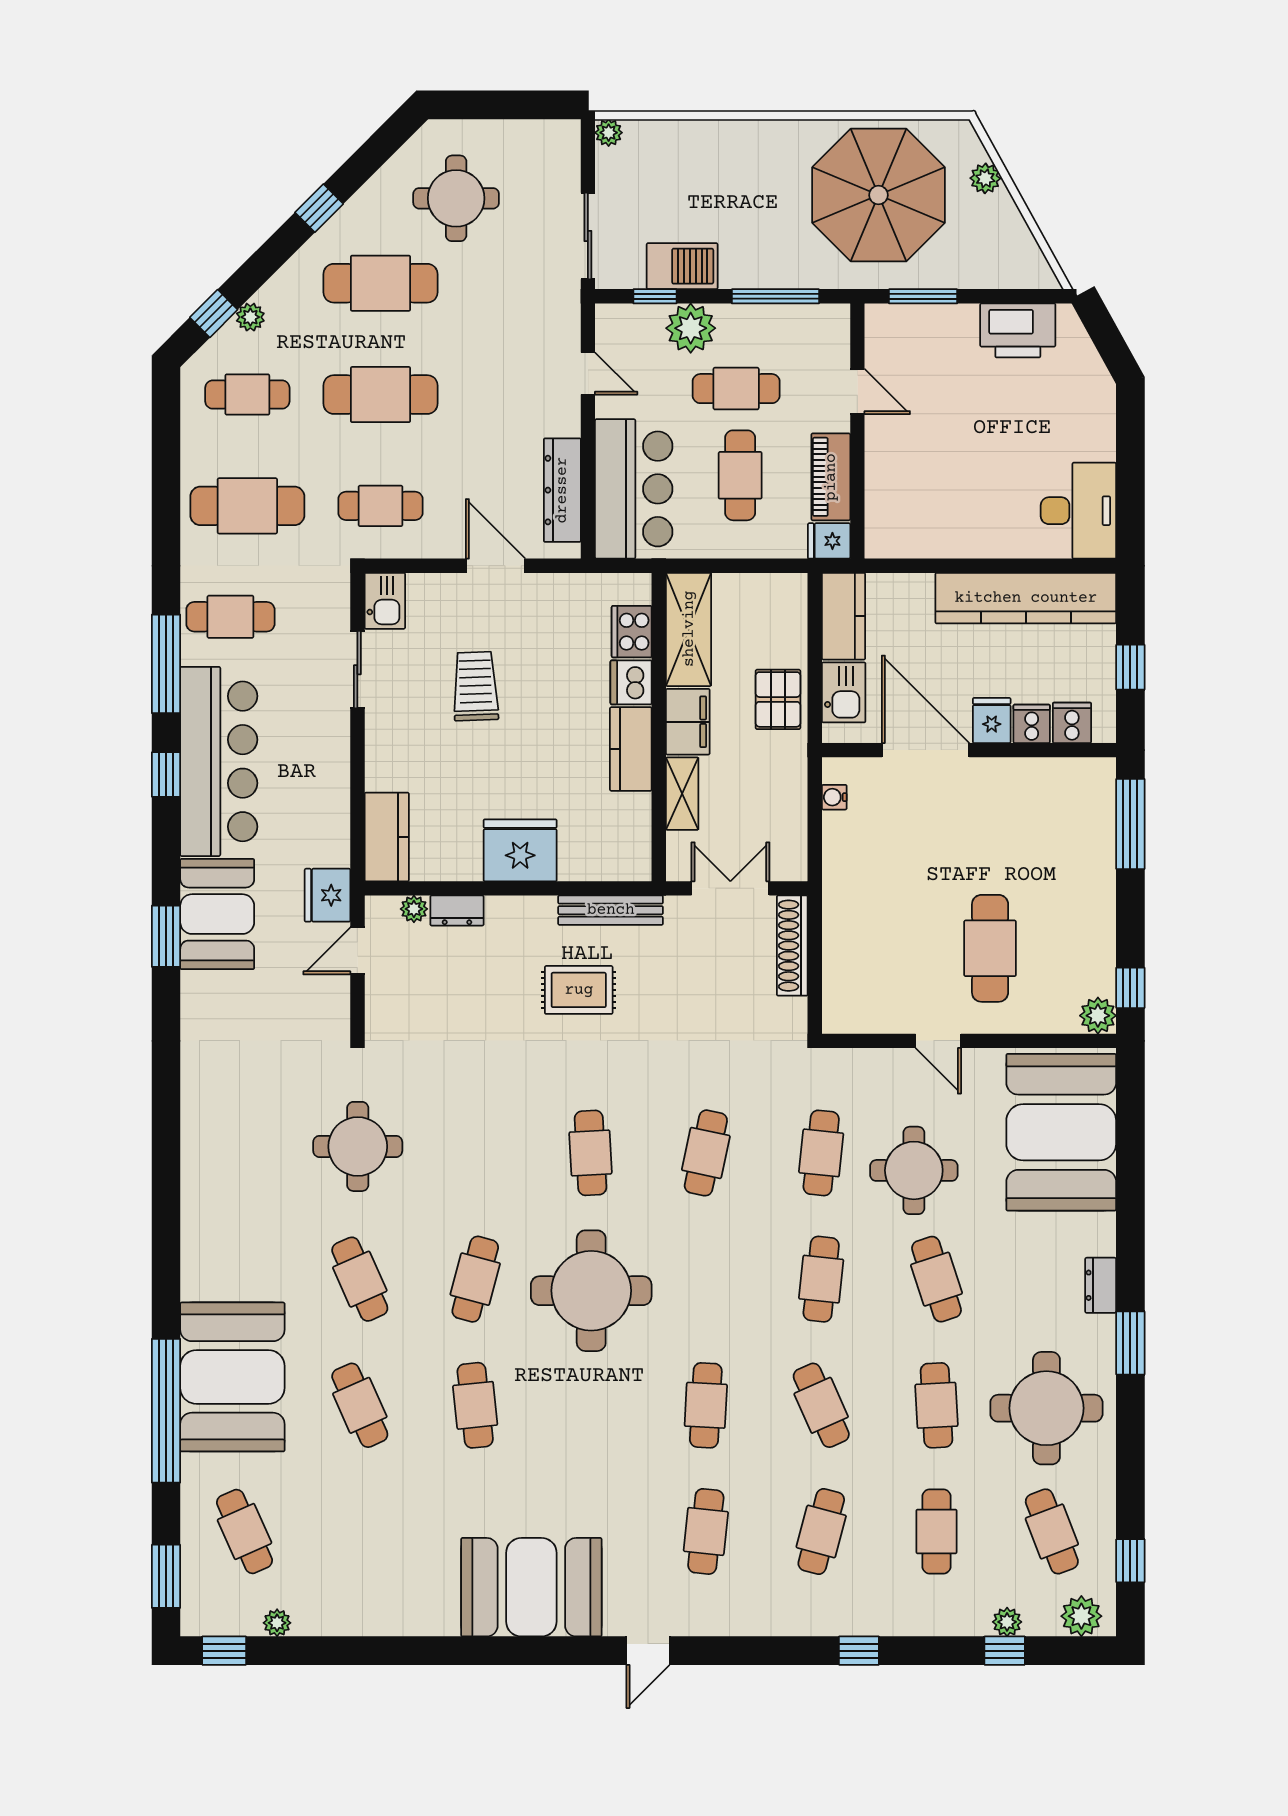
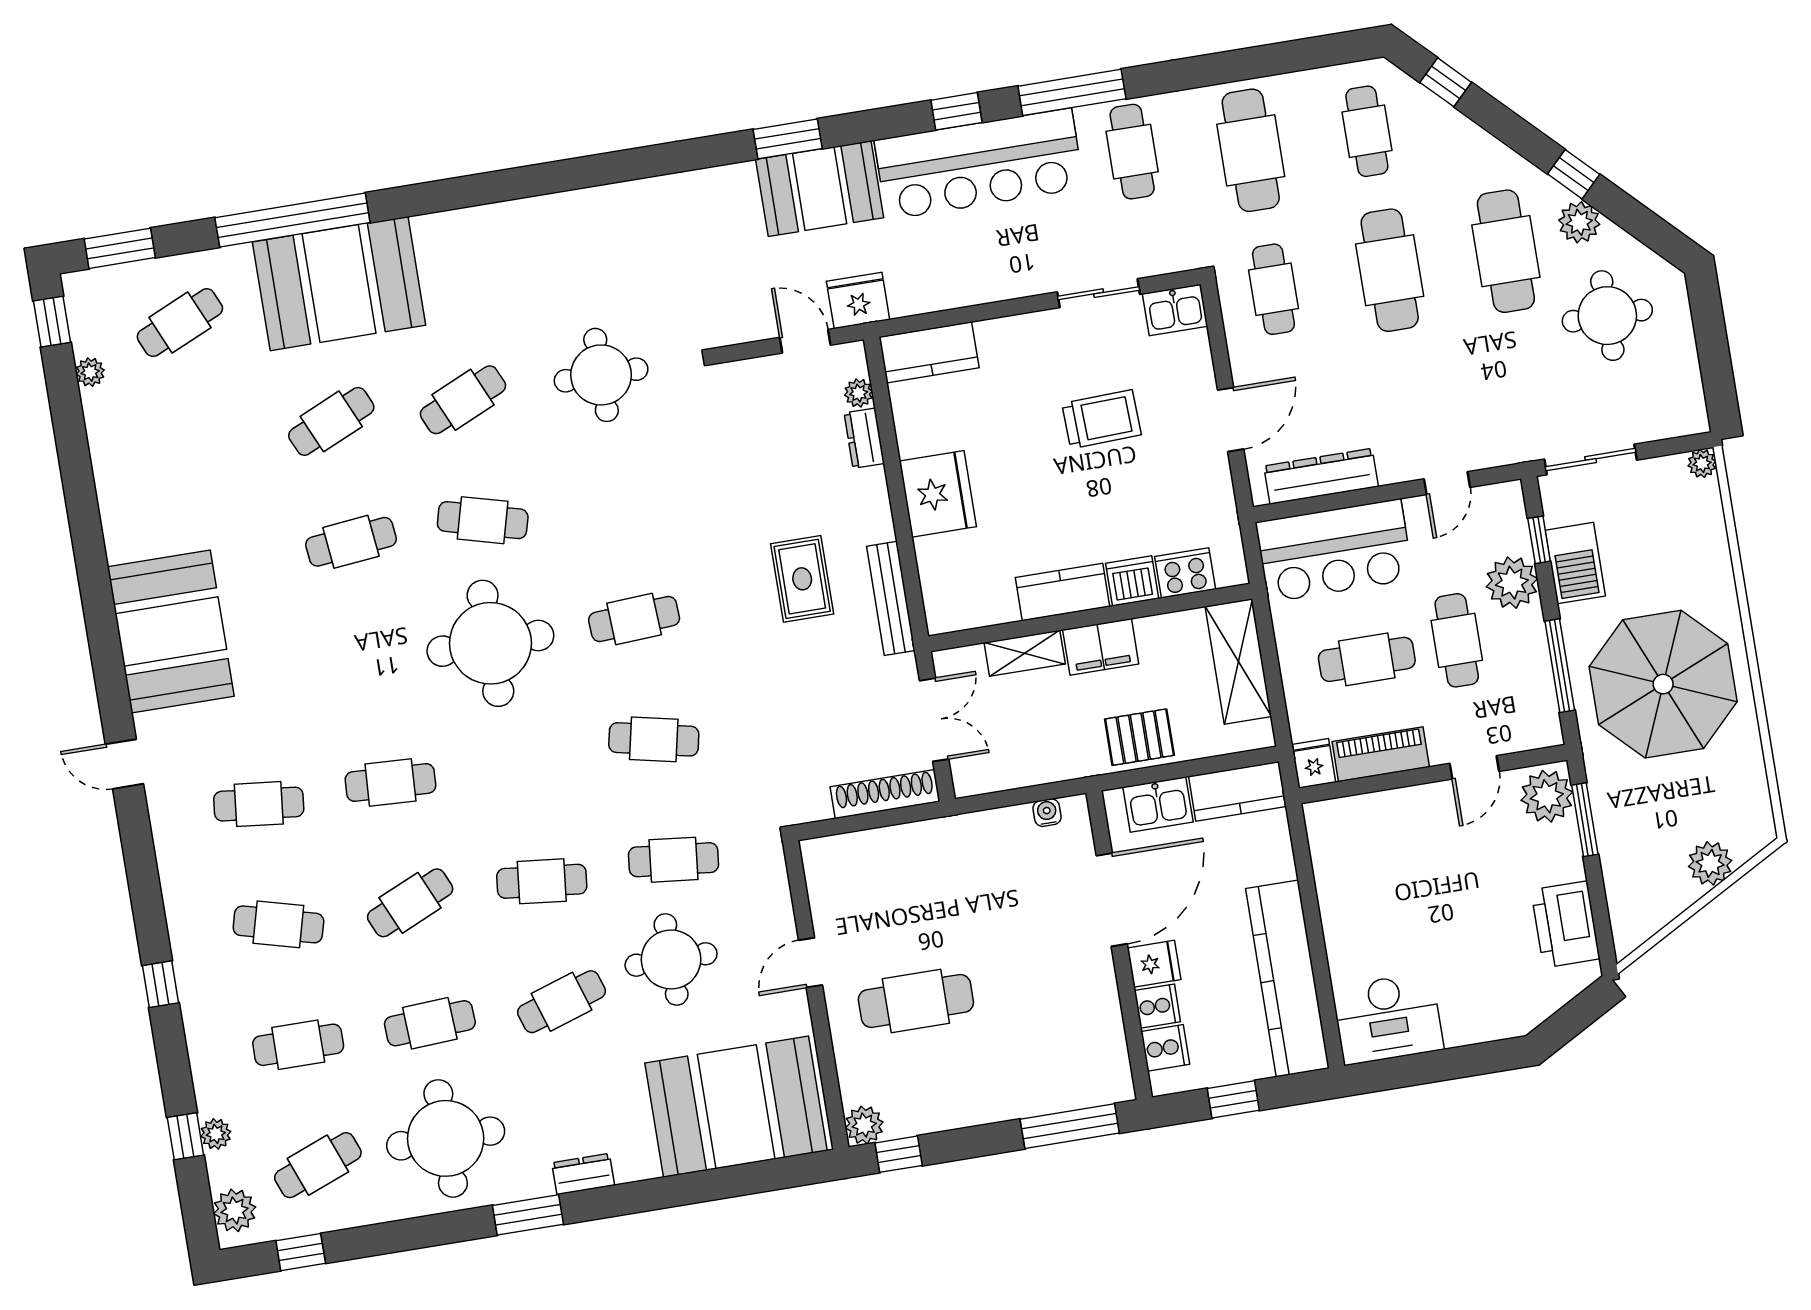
plant: (985, 178) -> (1710, 863), width x1.38, depth x1.38
parasol: (879, 195) -> (1663, 684), moved
plant: (250, 317) -> (1579, 222), moved, width x1.38, depth x1.38
plant: (895, 328) -> (1547, 796), added
shelving: (689, 629) -> (1238, 661), moved, turned 90

